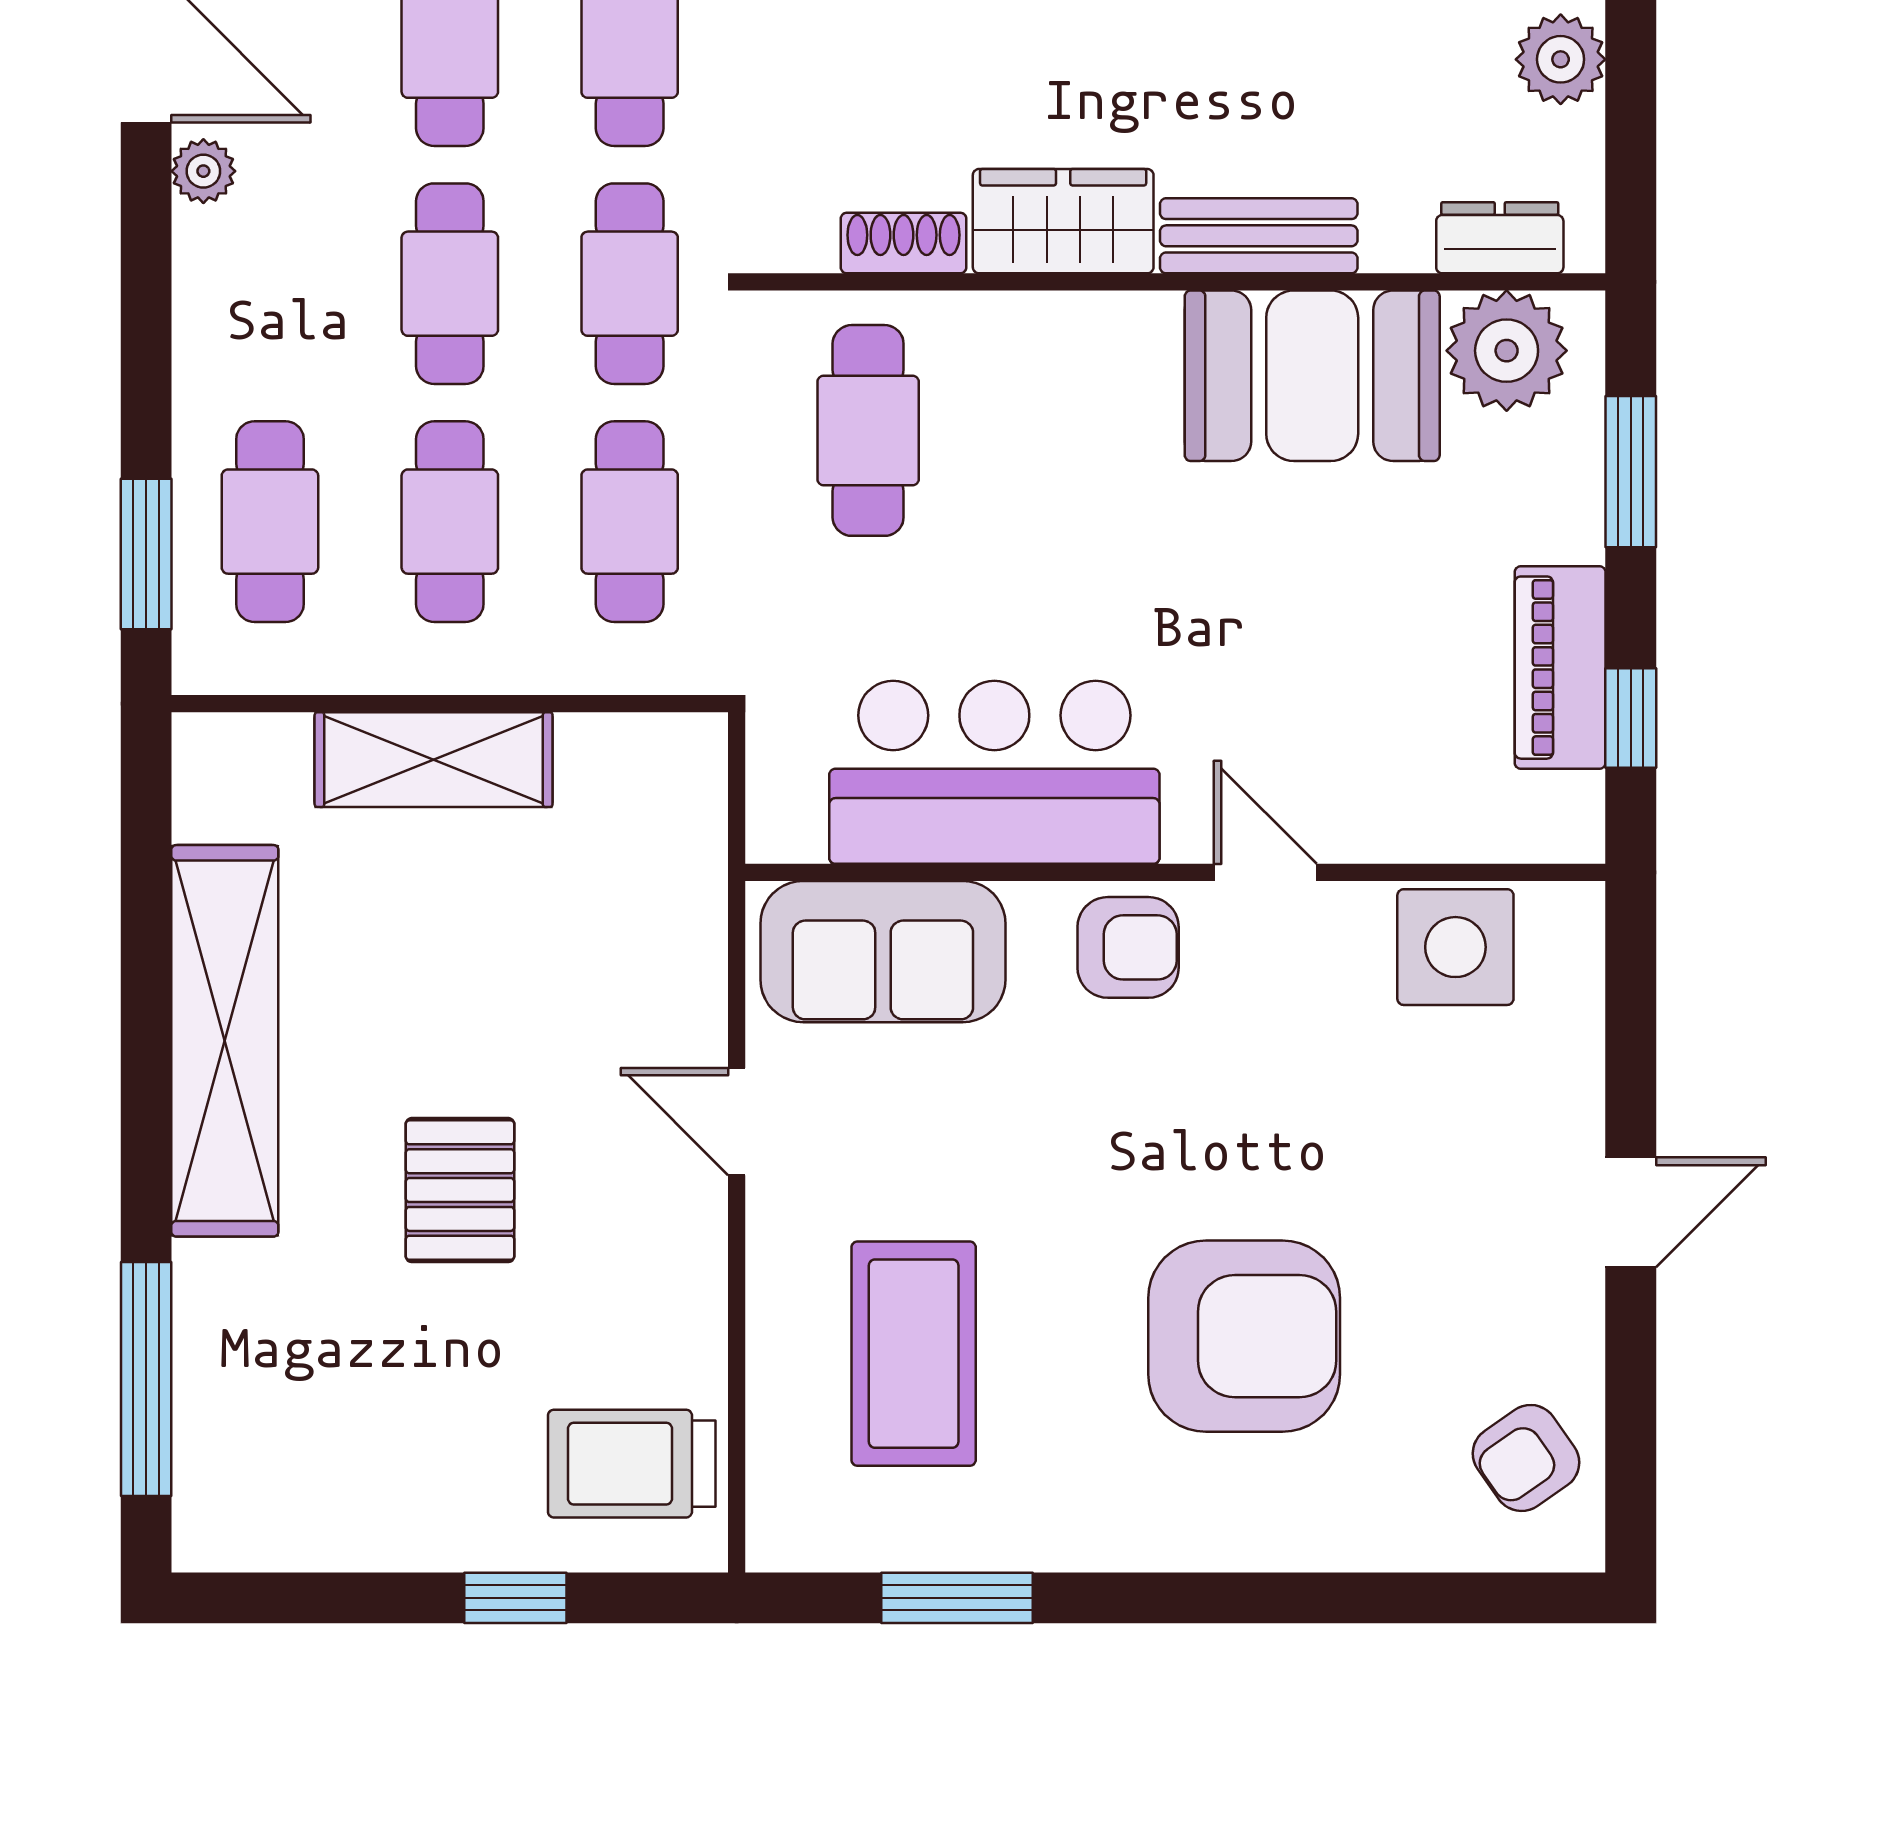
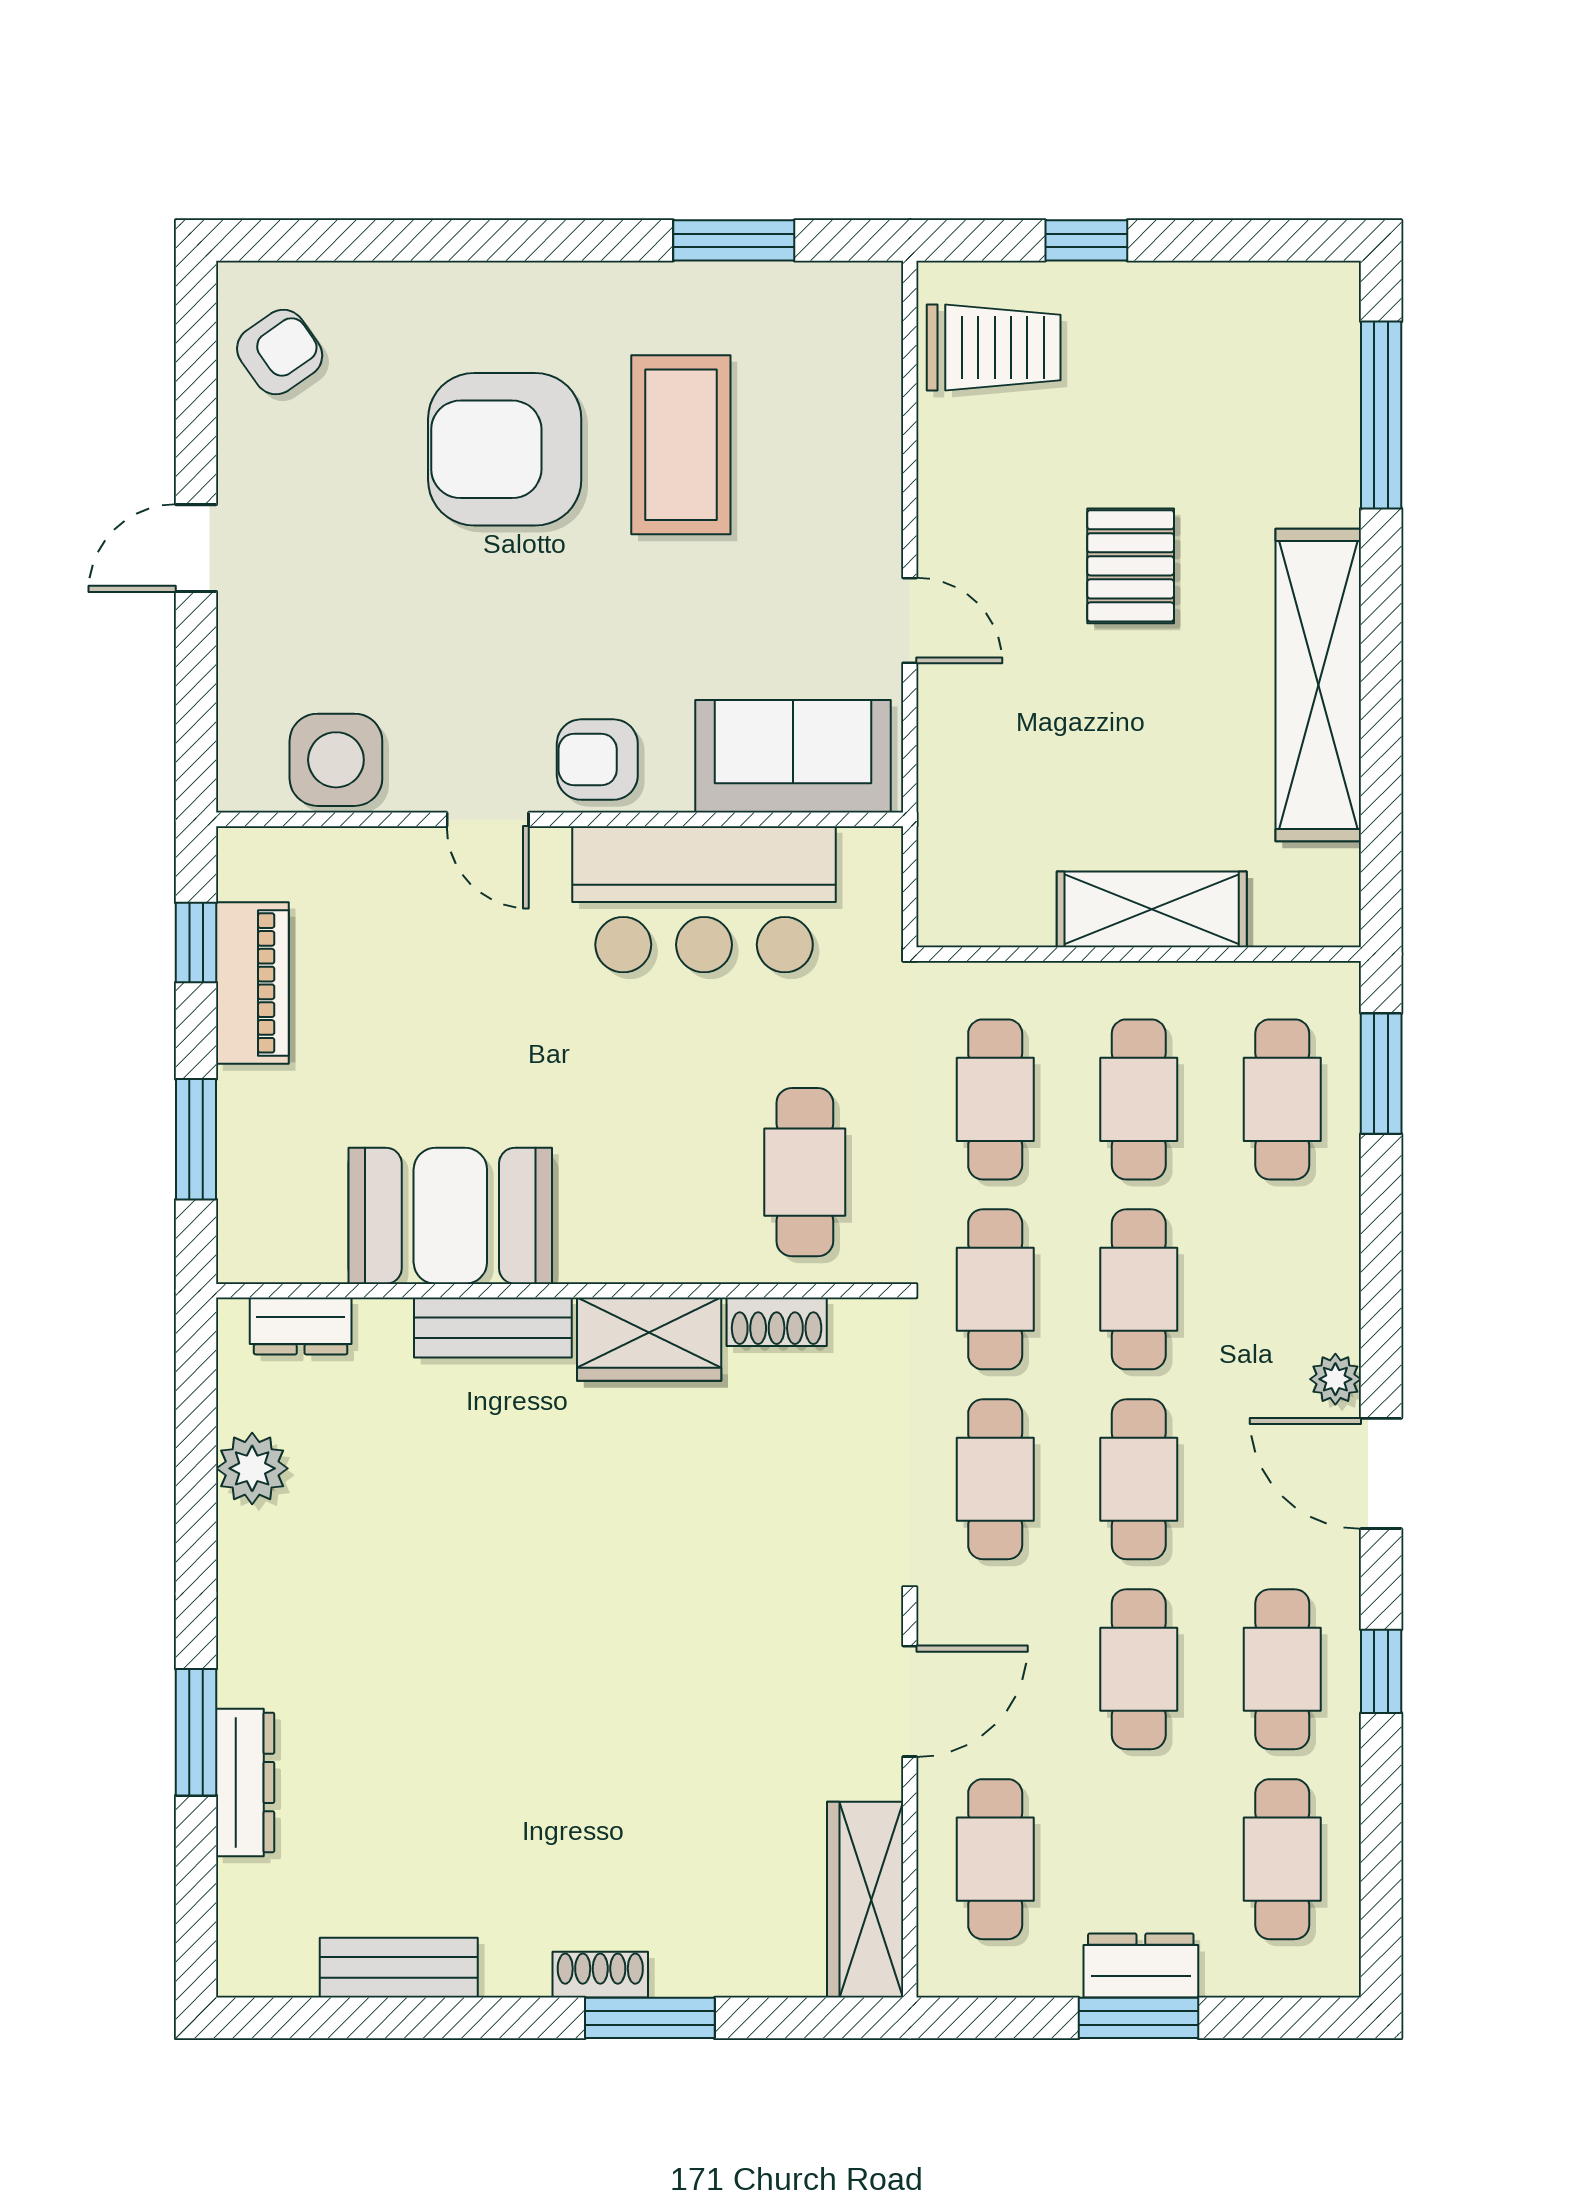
plant: (1507, 351) -> (295, 1236), removed
coffee table: (914, 1354) -> (681, 445), moved

